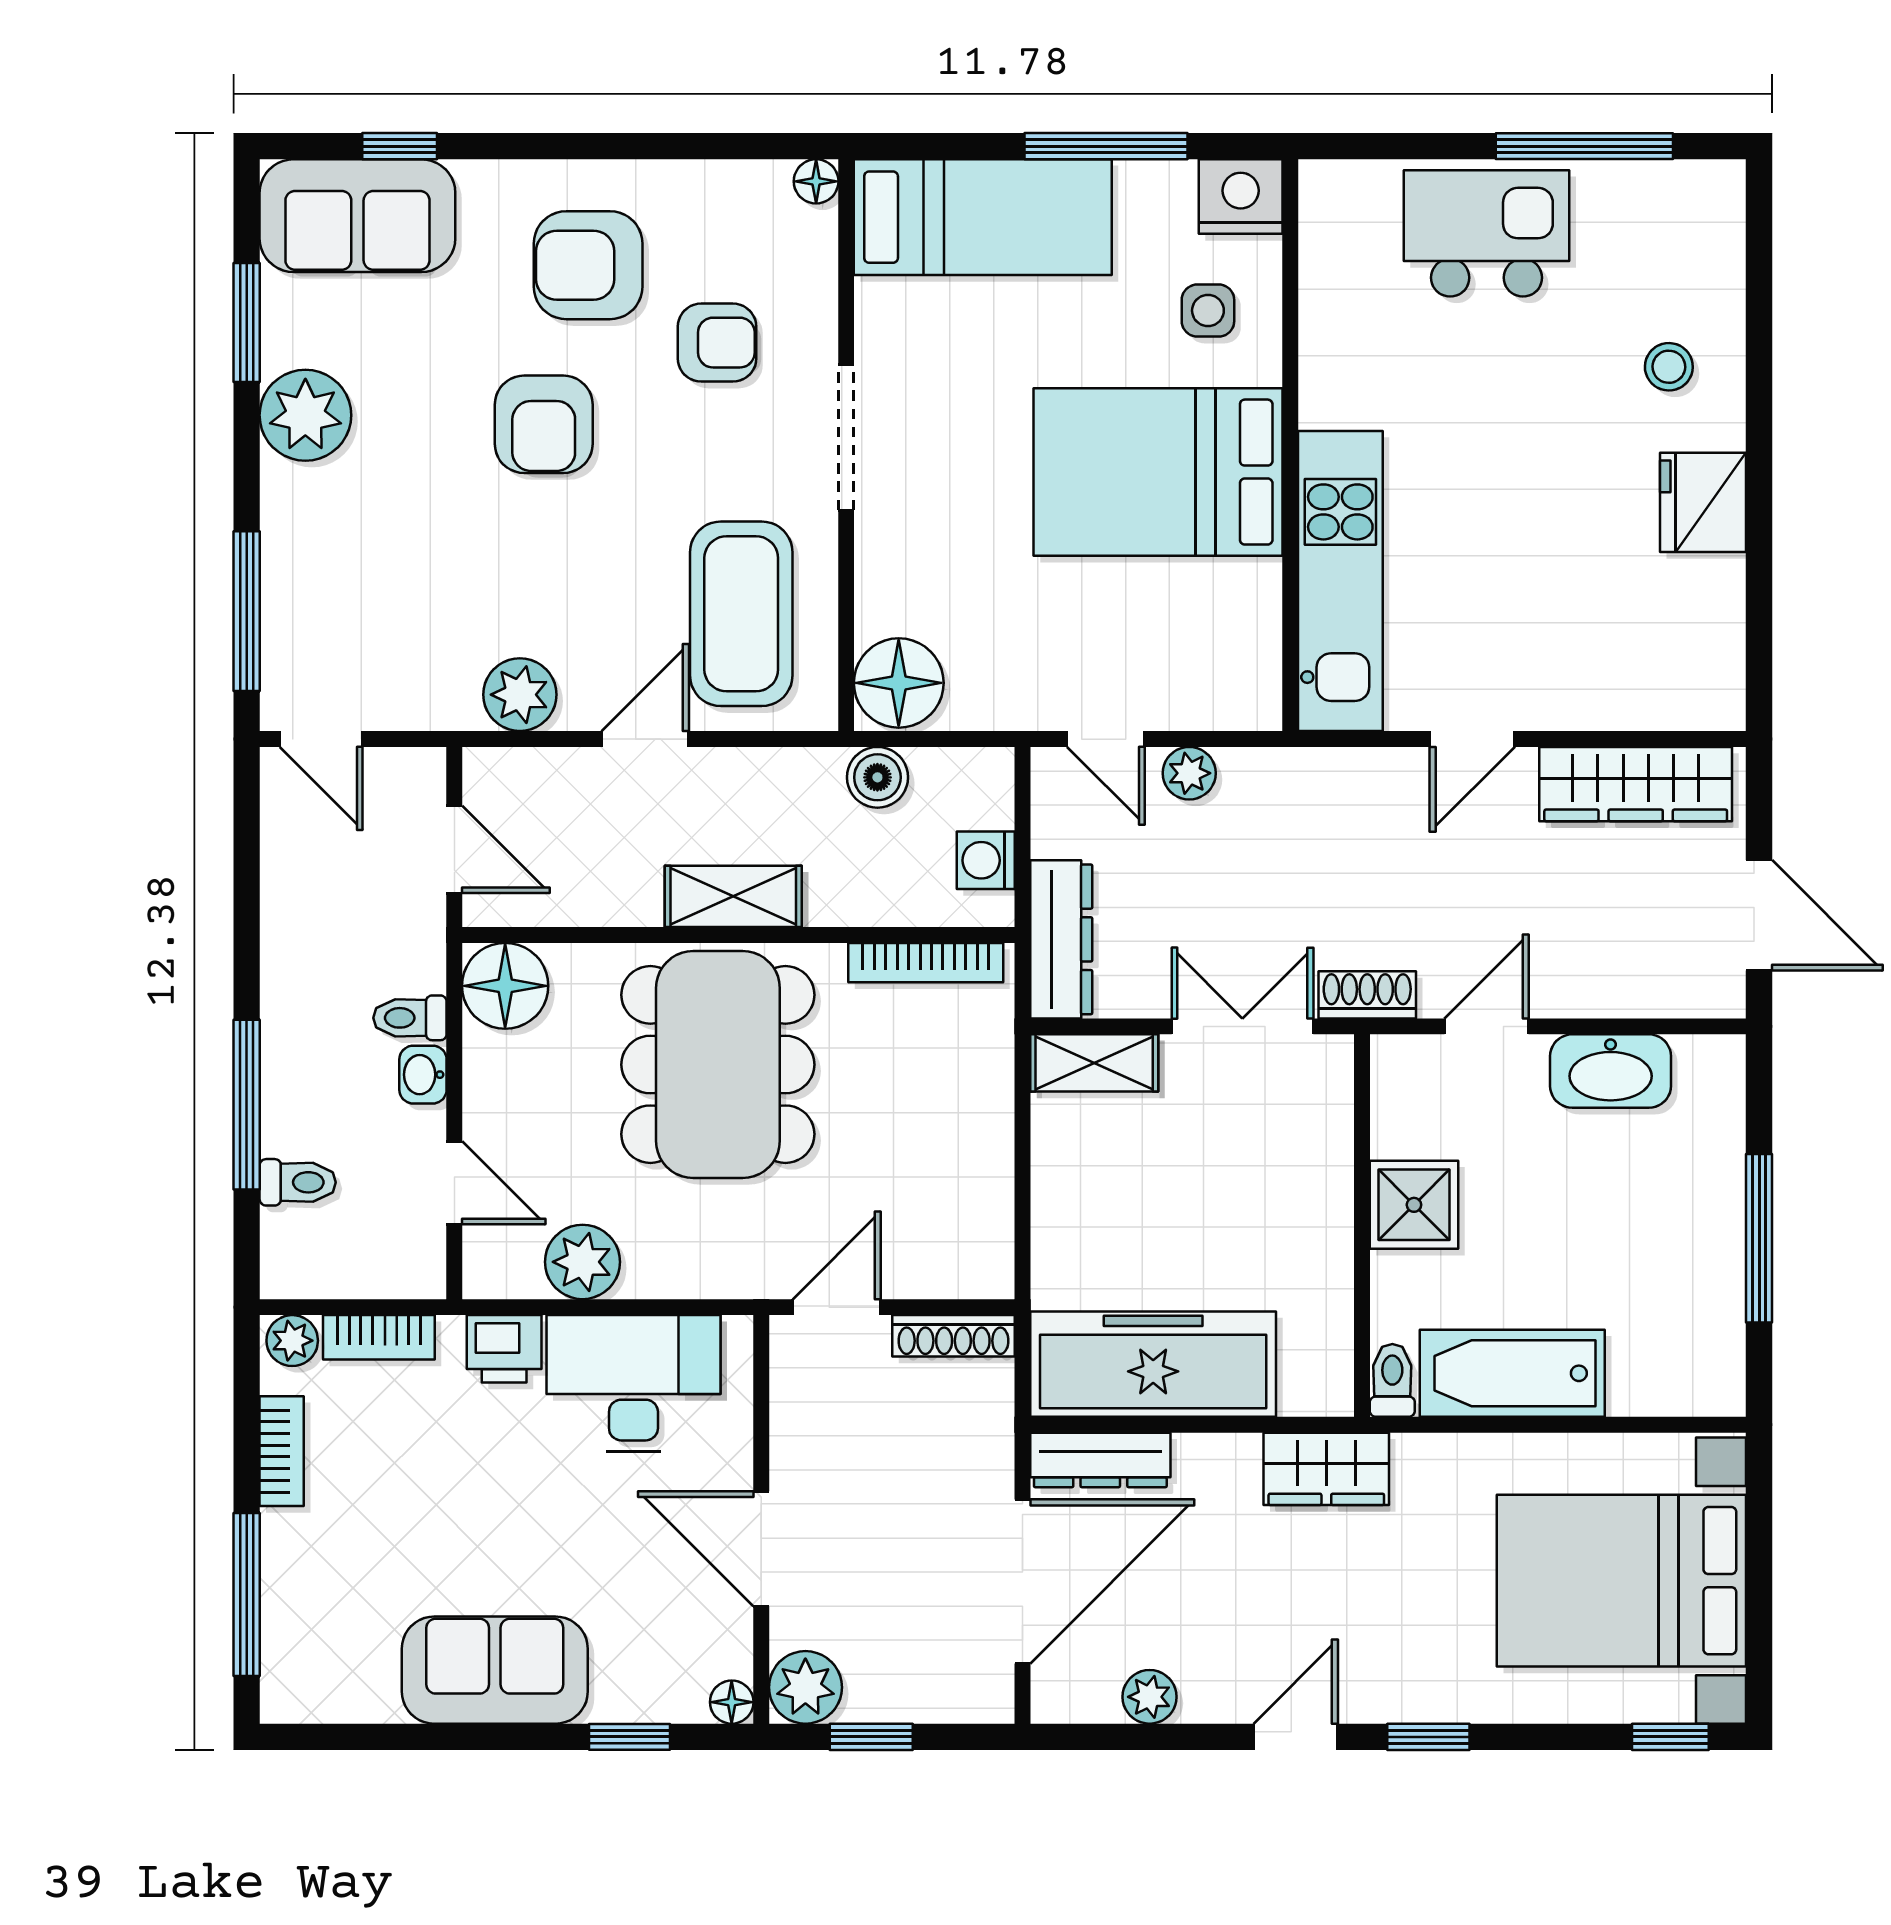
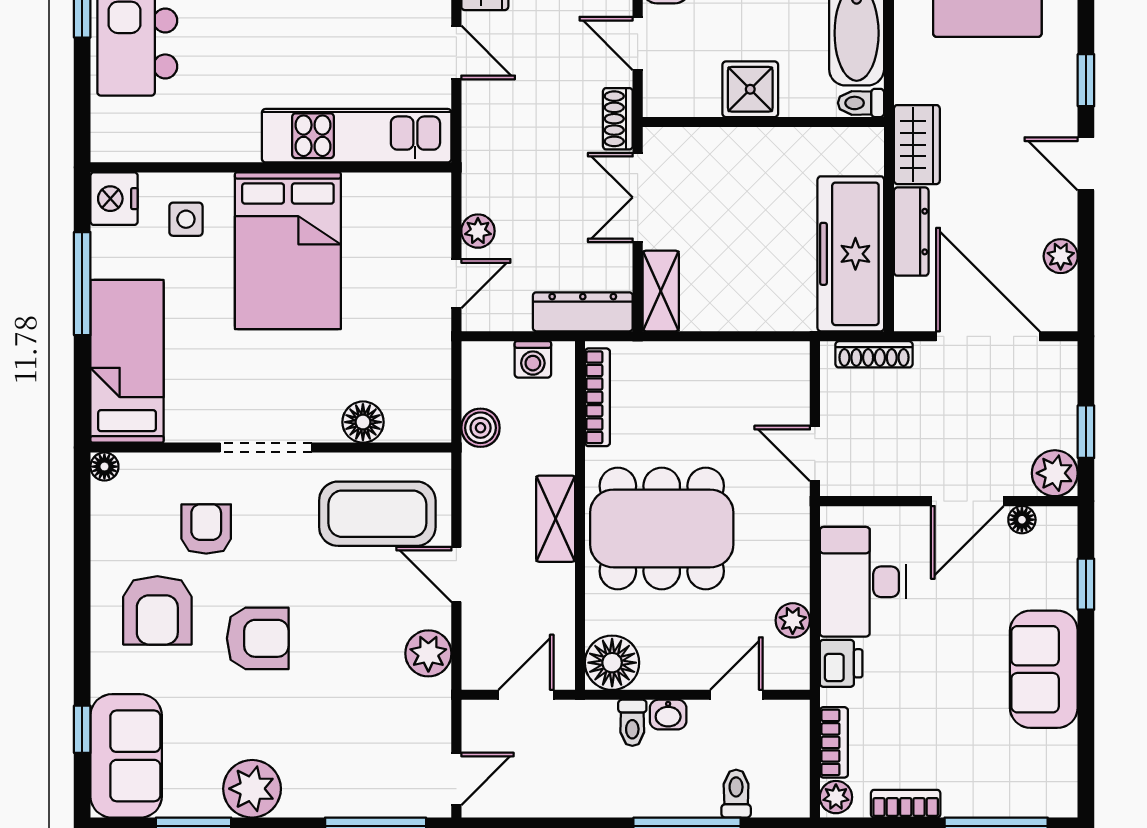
floor lamp: (899, 683) -> (363, 422), moved, width x0.73, depth x0.73
plant: (582, 1262) -> (793, 620), width x0.73, depth x0.73
shoe rack: (953, 1336) -> (874, 354), moved, turned 90
dresser: (1100, 1460) -> (911, 232), moved
floor lamp: (732, 1702) -> (1022, 520), moved

